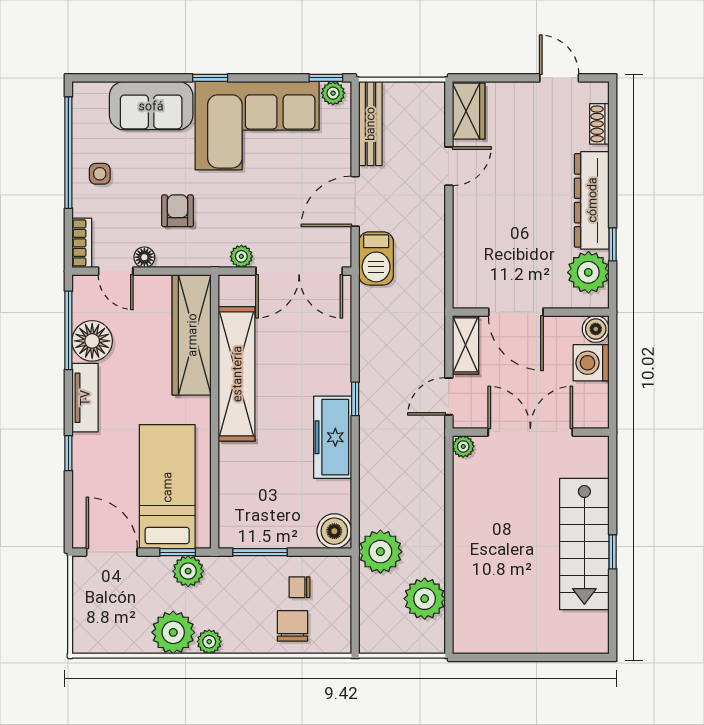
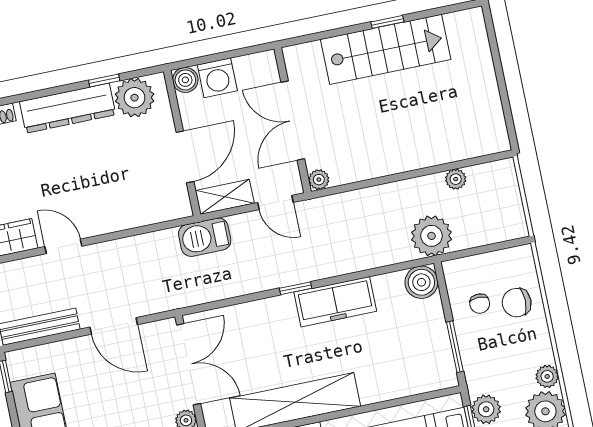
plant: (333, 93) -> (18, 367), removed
barbecue: (376, 258) -> (205, 237), moved, turned 180
plant: (425, 599) -> (456, 179), width x0.53, depth x0.53

